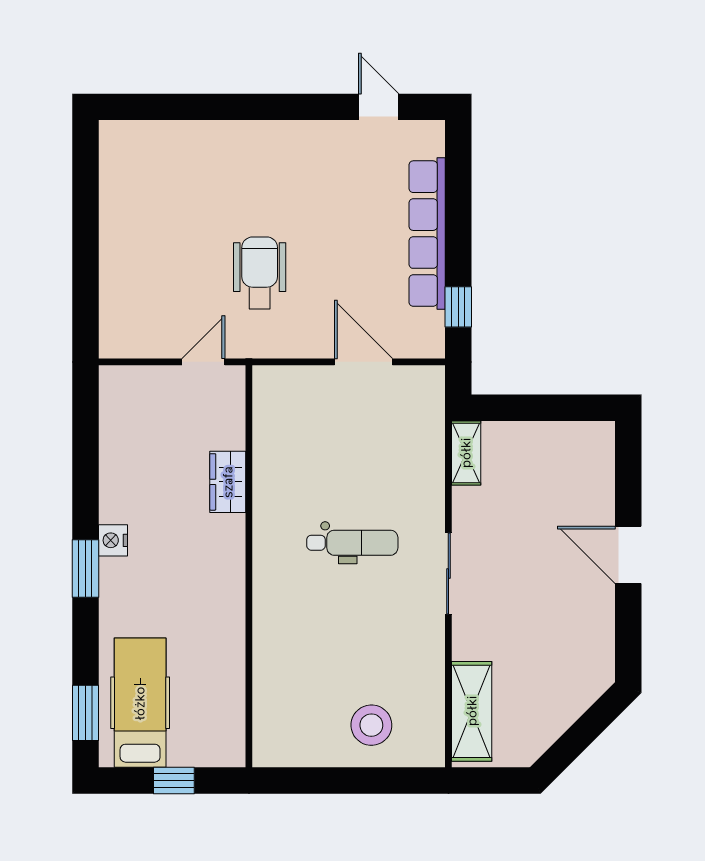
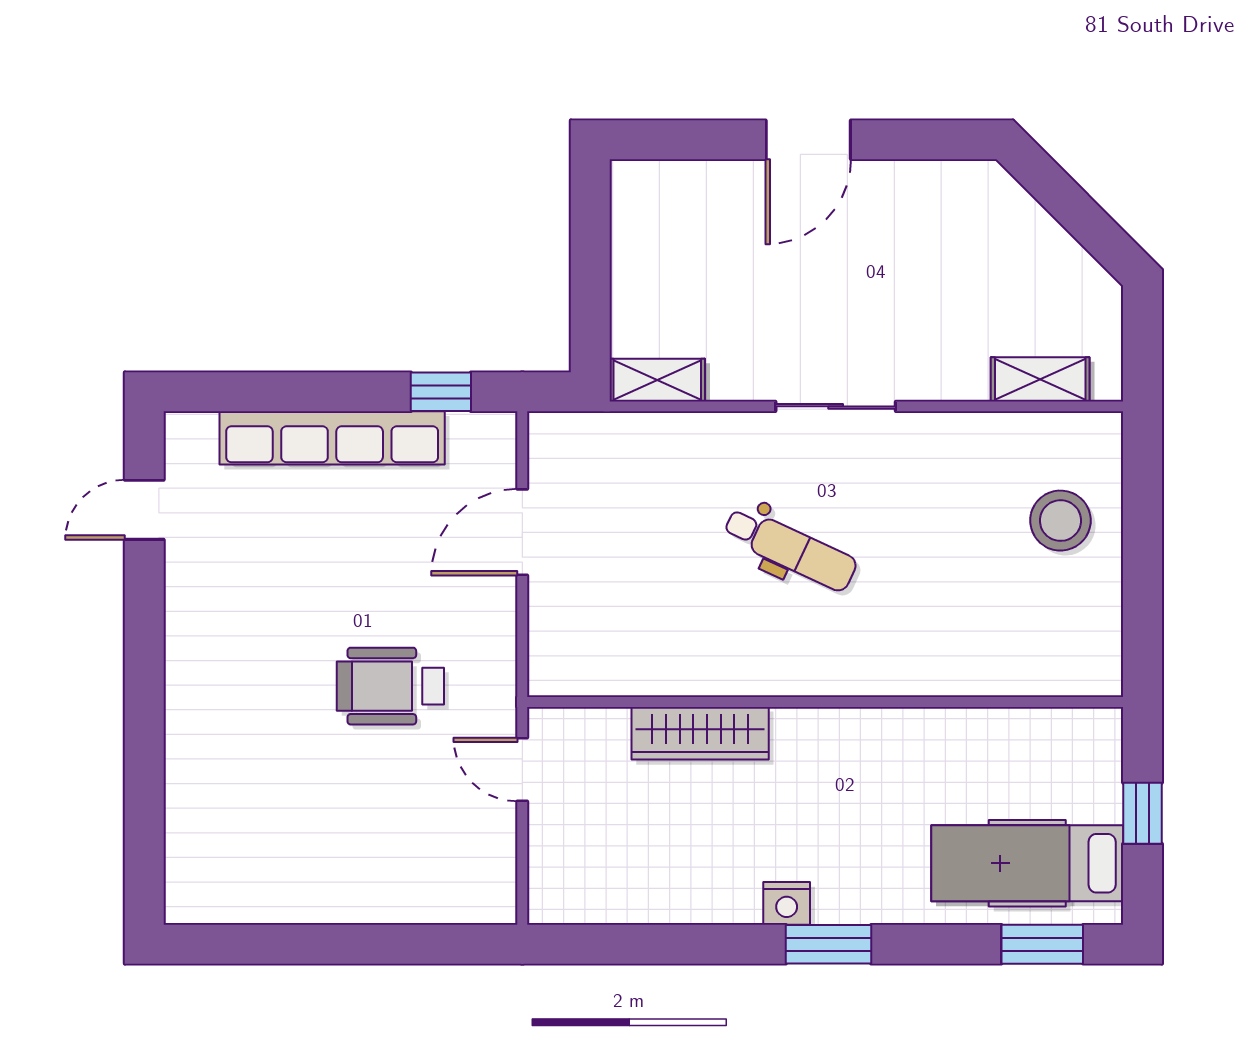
wardrobe: (228, 482) -> (700, 733), width x1.50
dental chair: (352, 543) -> (790, 549), turned 115
shelving: (472, 711) -> (1040, 379), width x0.67, depth x0.75

